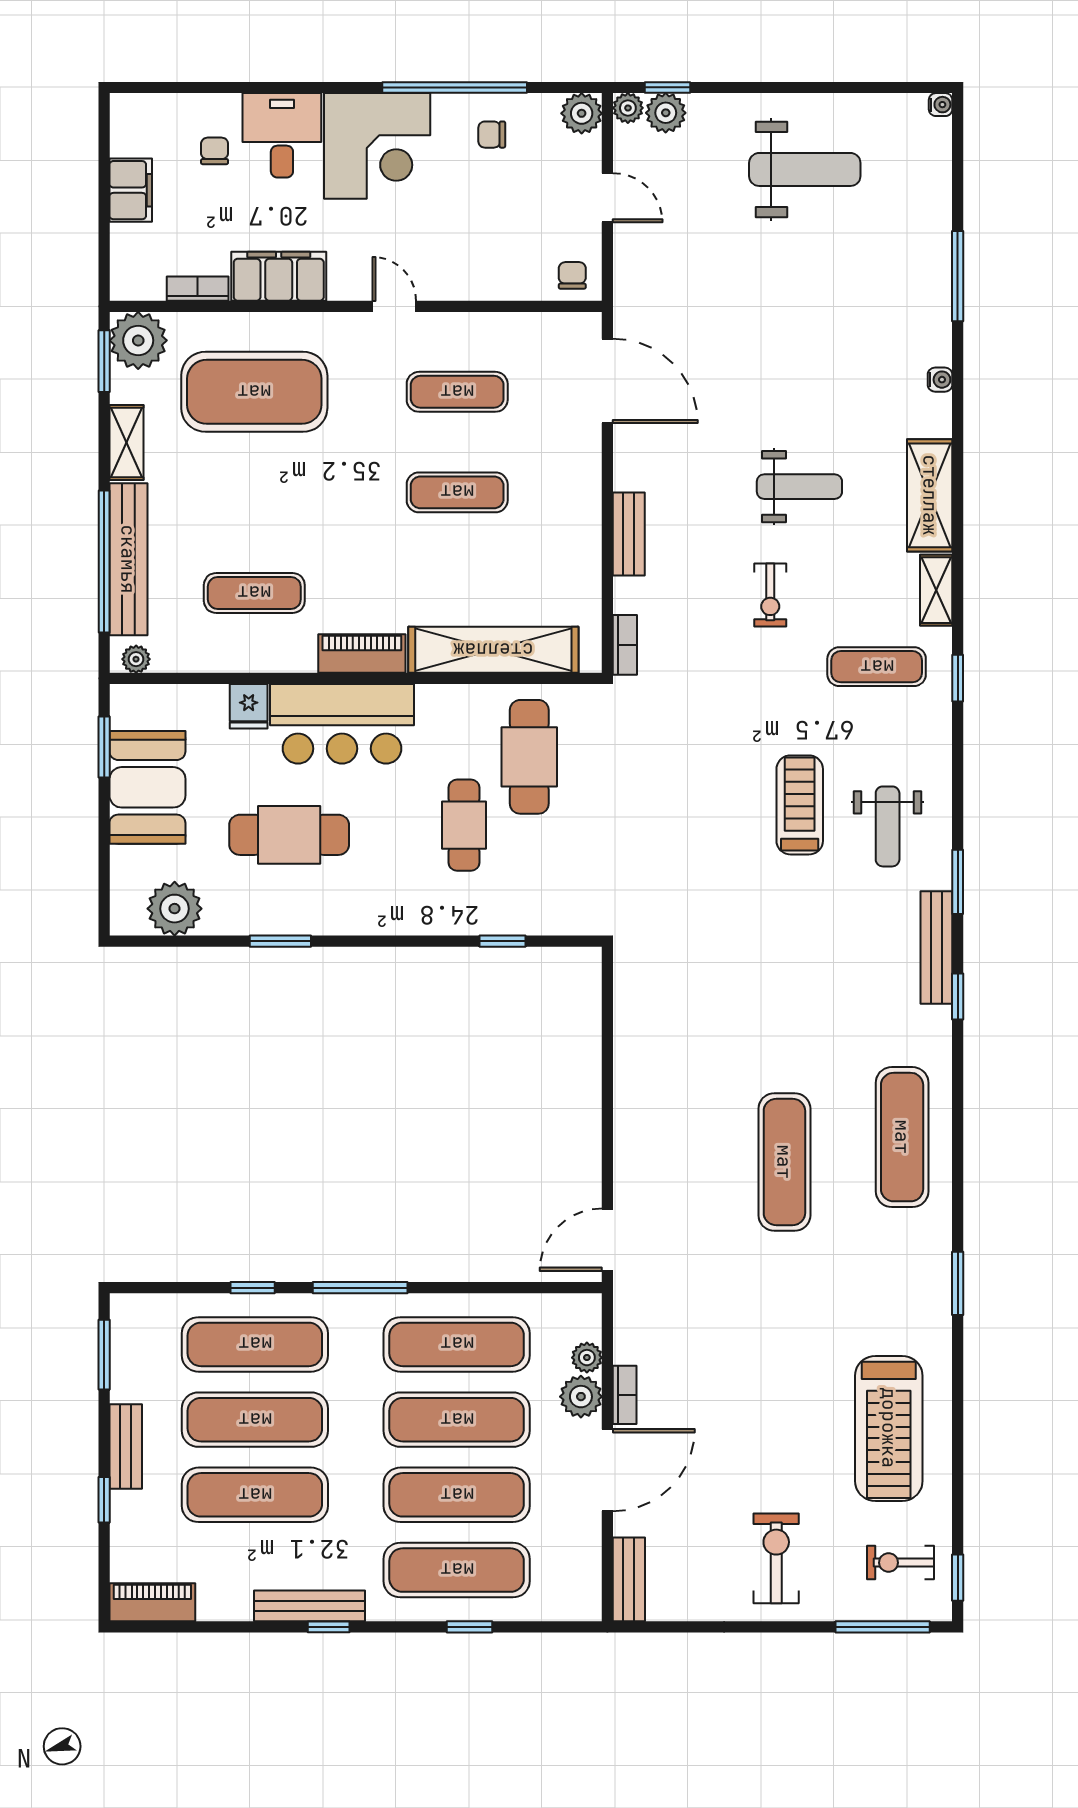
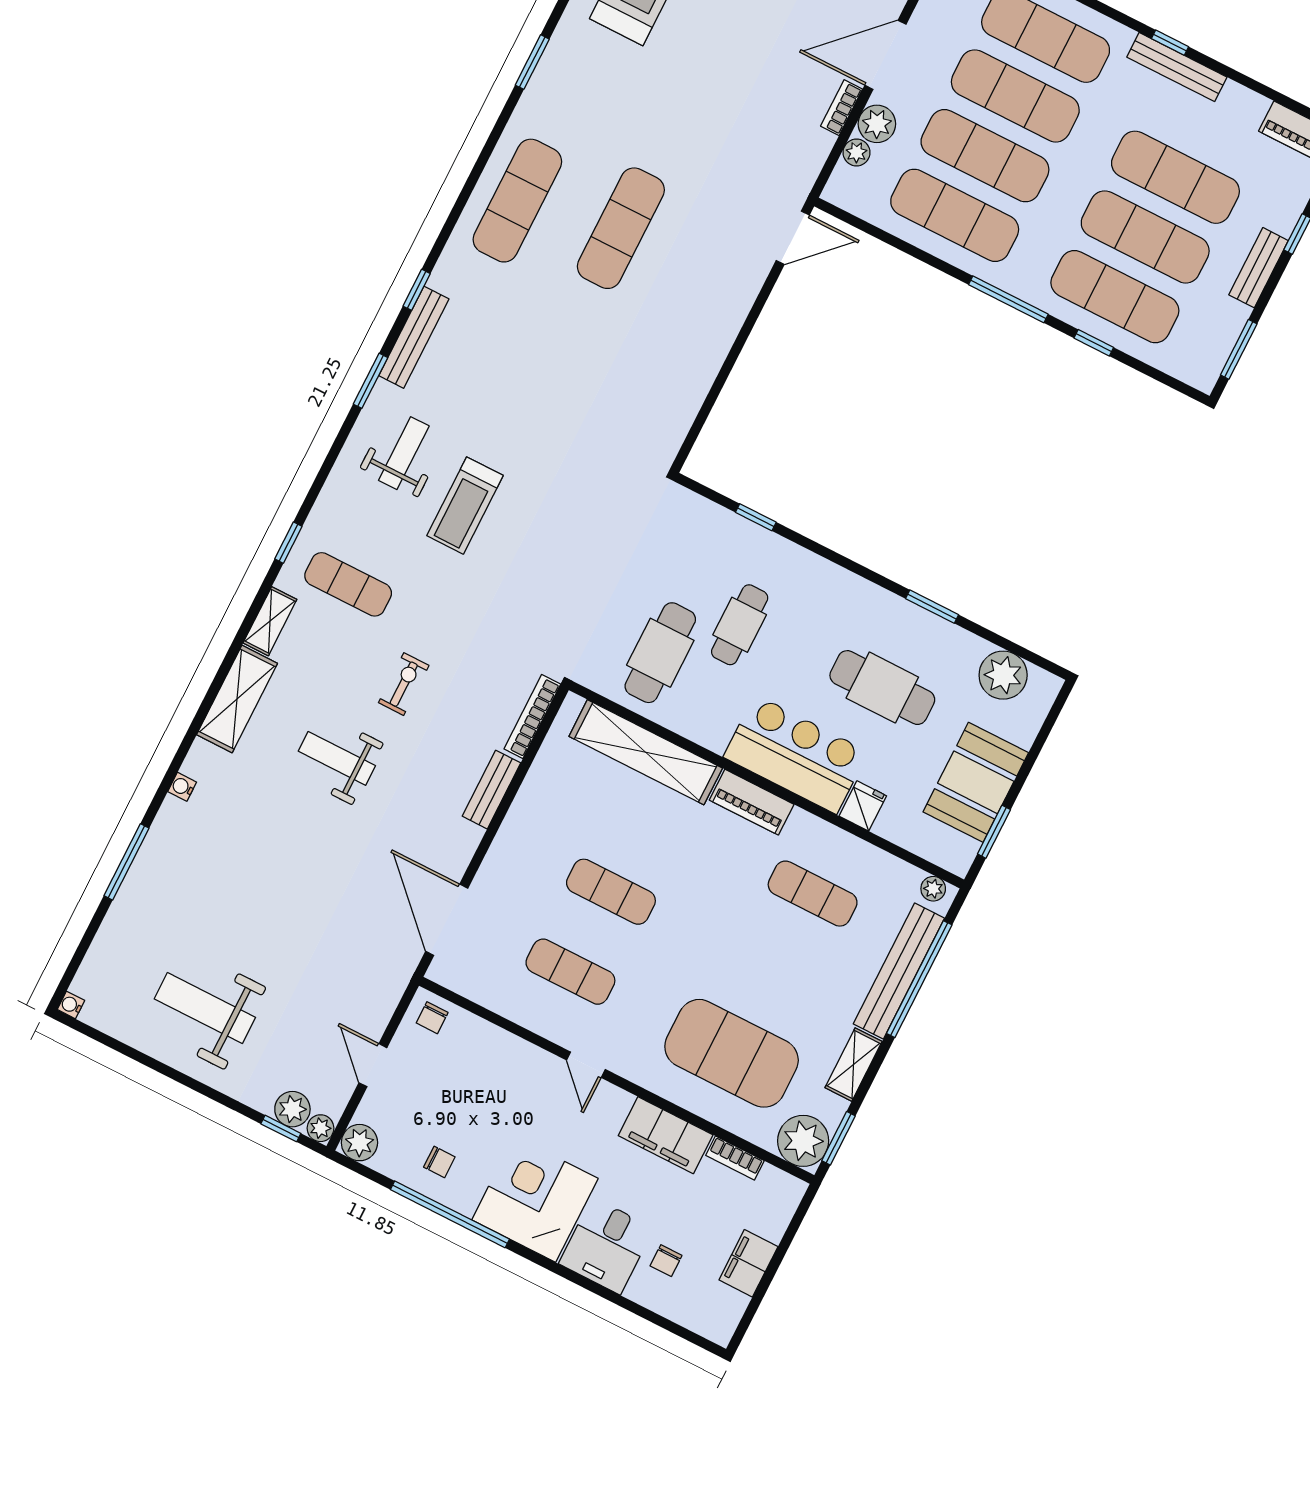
bookcase: (625, 645) -> (532, 717), width x1.56

